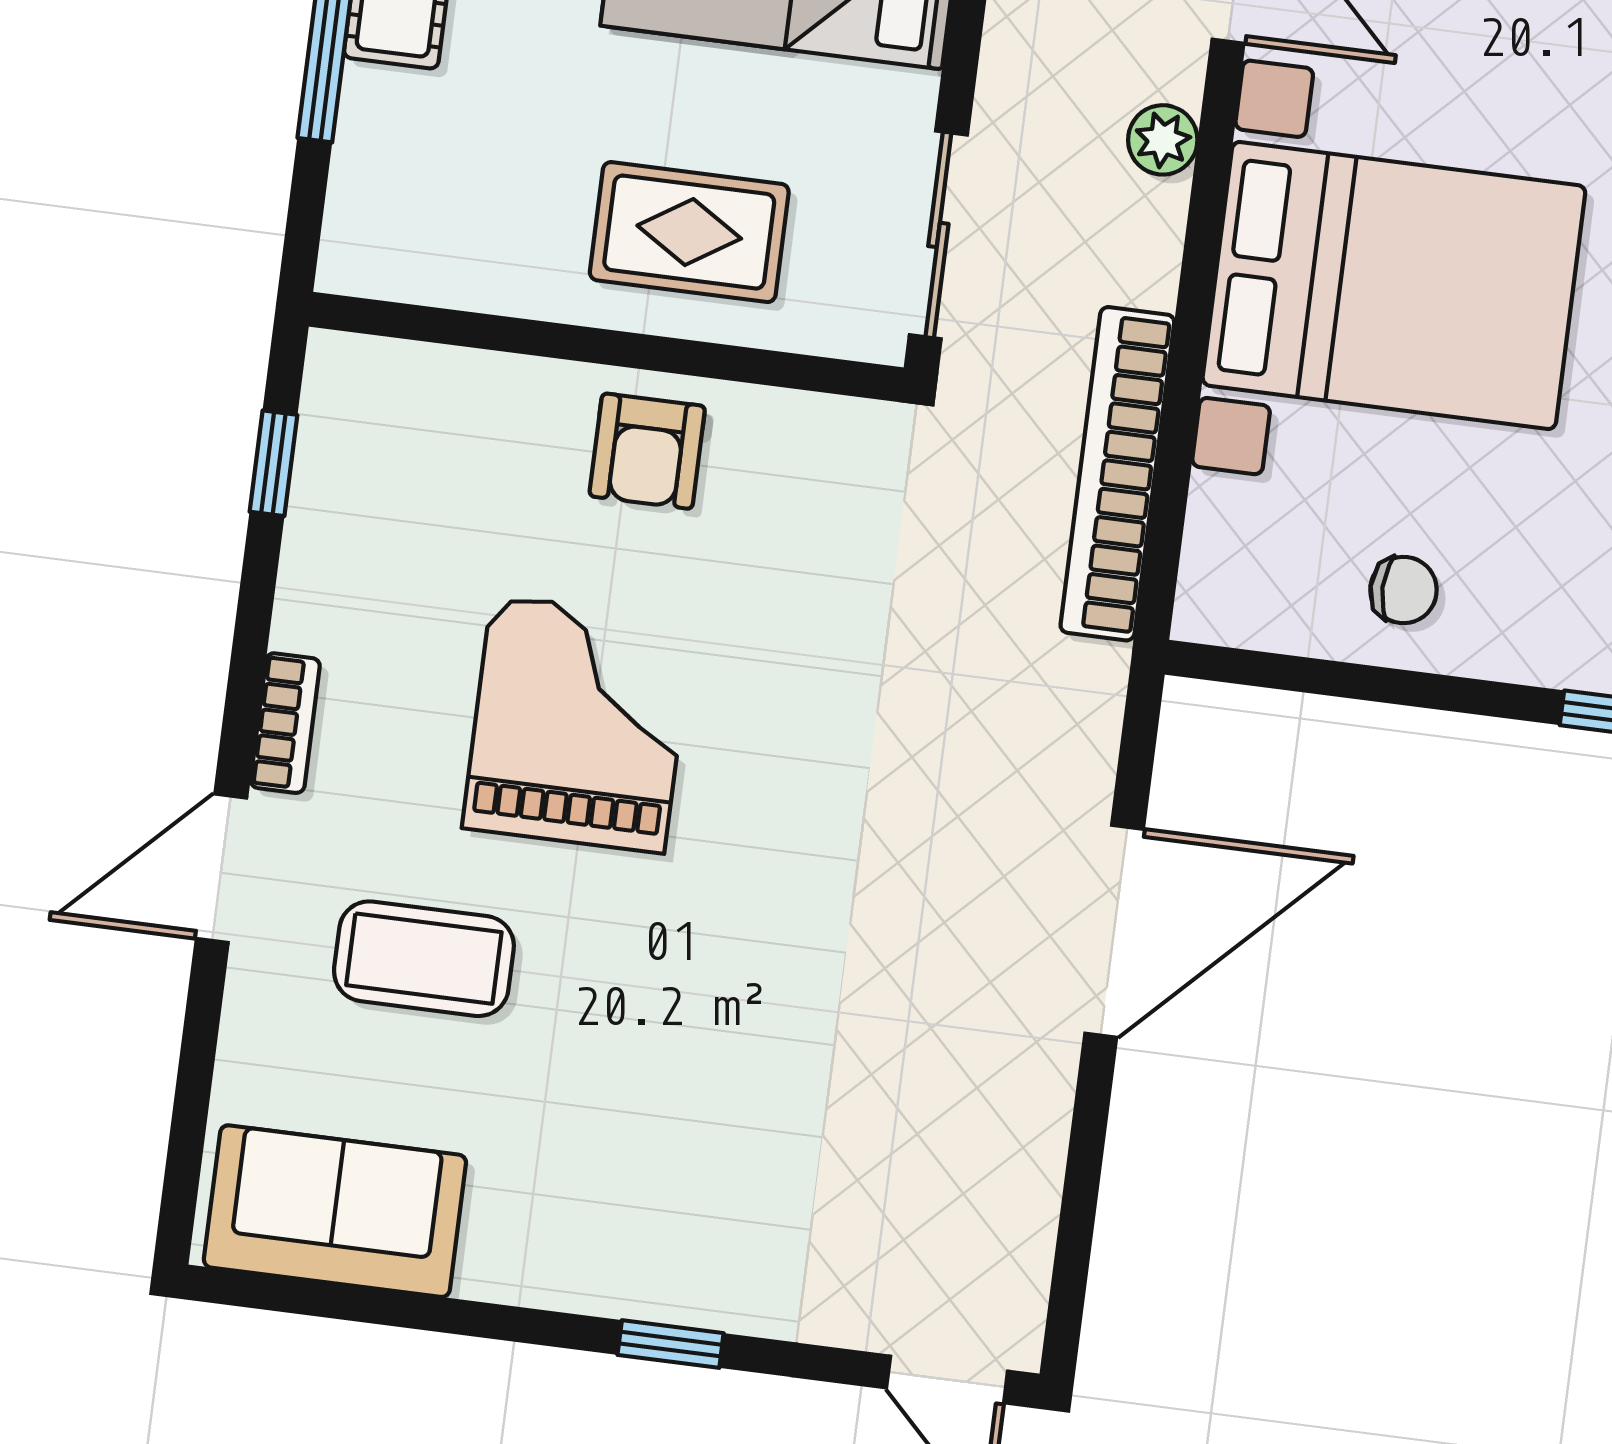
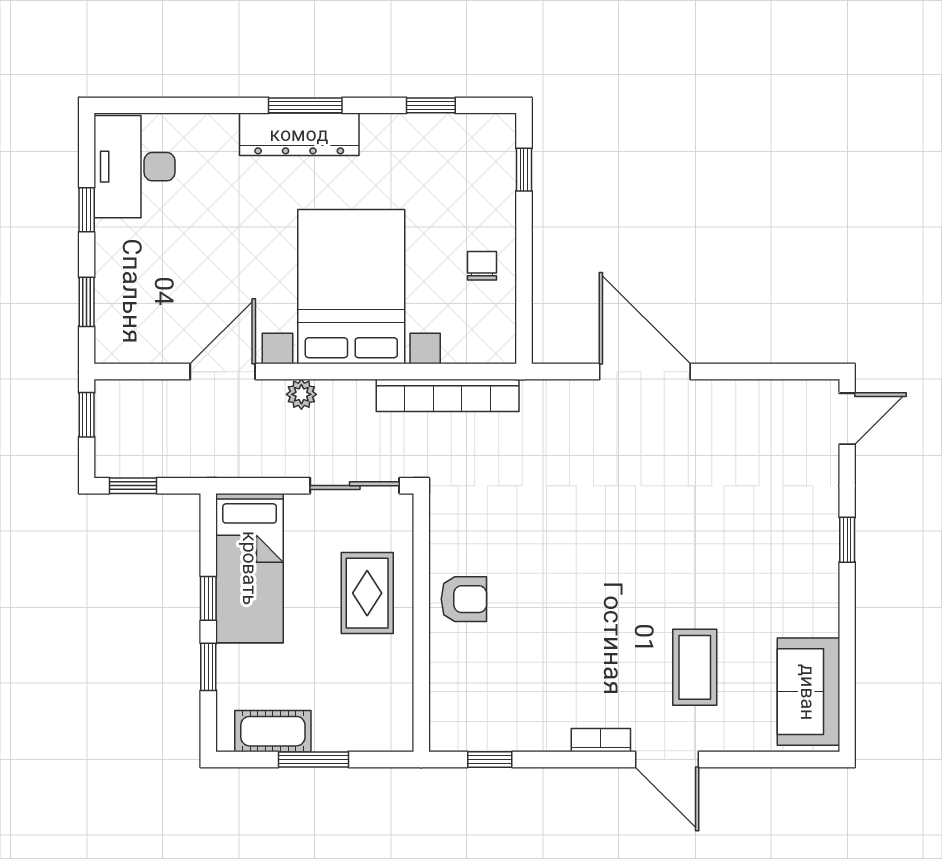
grand piano: (578, 724) -> (585, 614), removed

